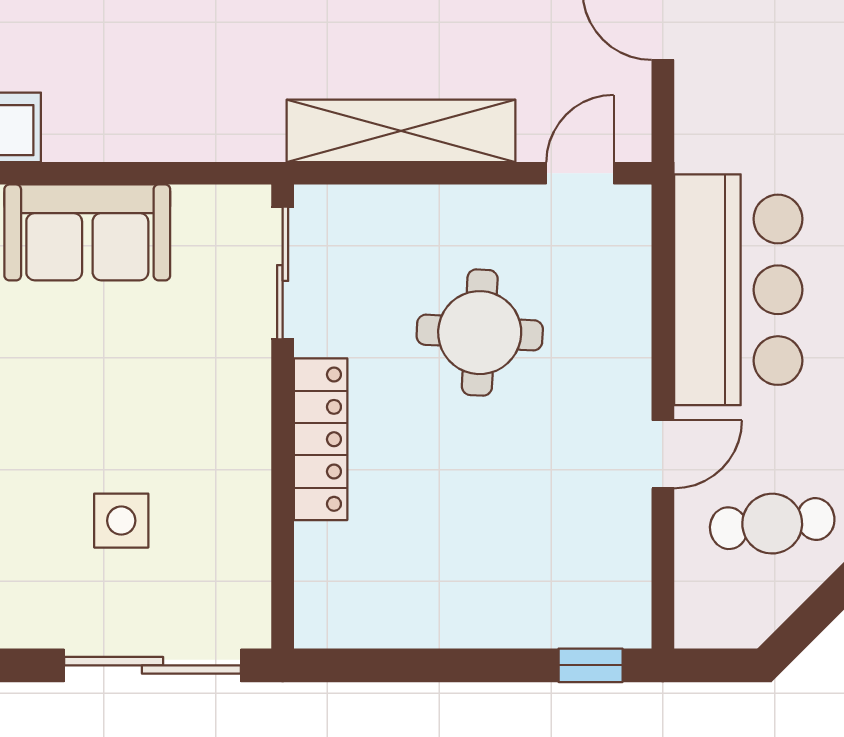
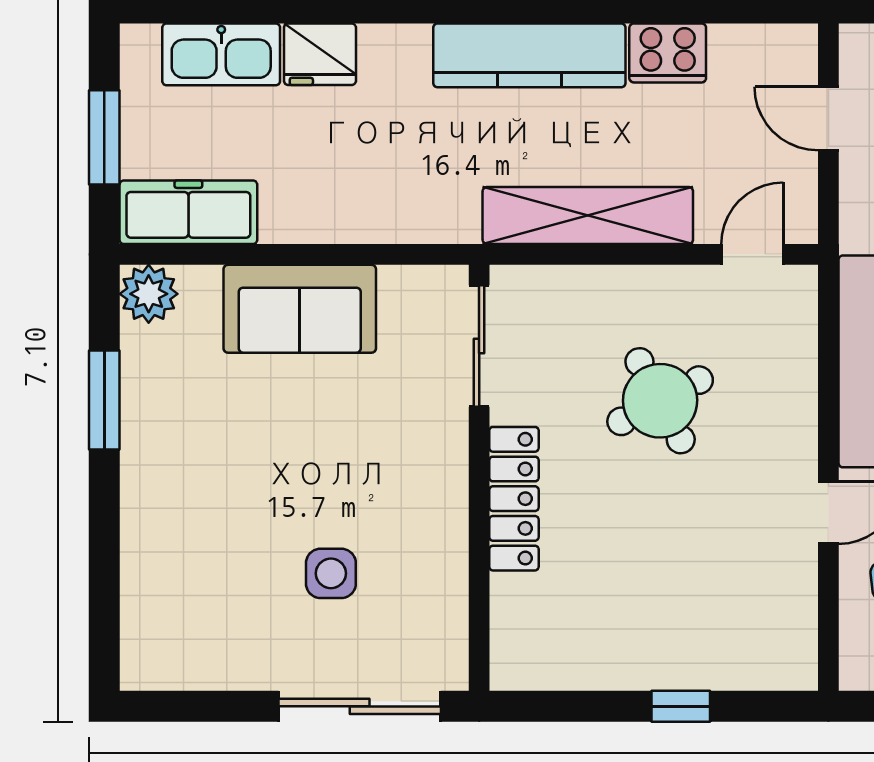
round table: (480, 333) -> (660, 401), turned -31
window: (591, 665) -> (681, 706), moved

